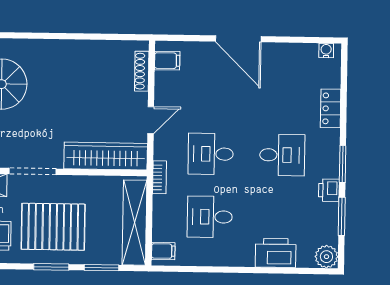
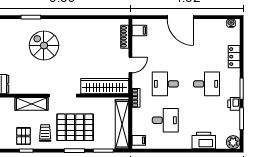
desk: (210, 217) -> (165, 120), turned 180

